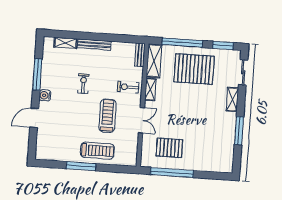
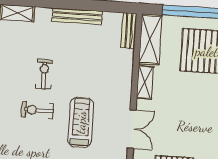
bench: (94, 44) -> (77, 16), moved
exercise bike: (128, 87) -> (37, 110), moved

